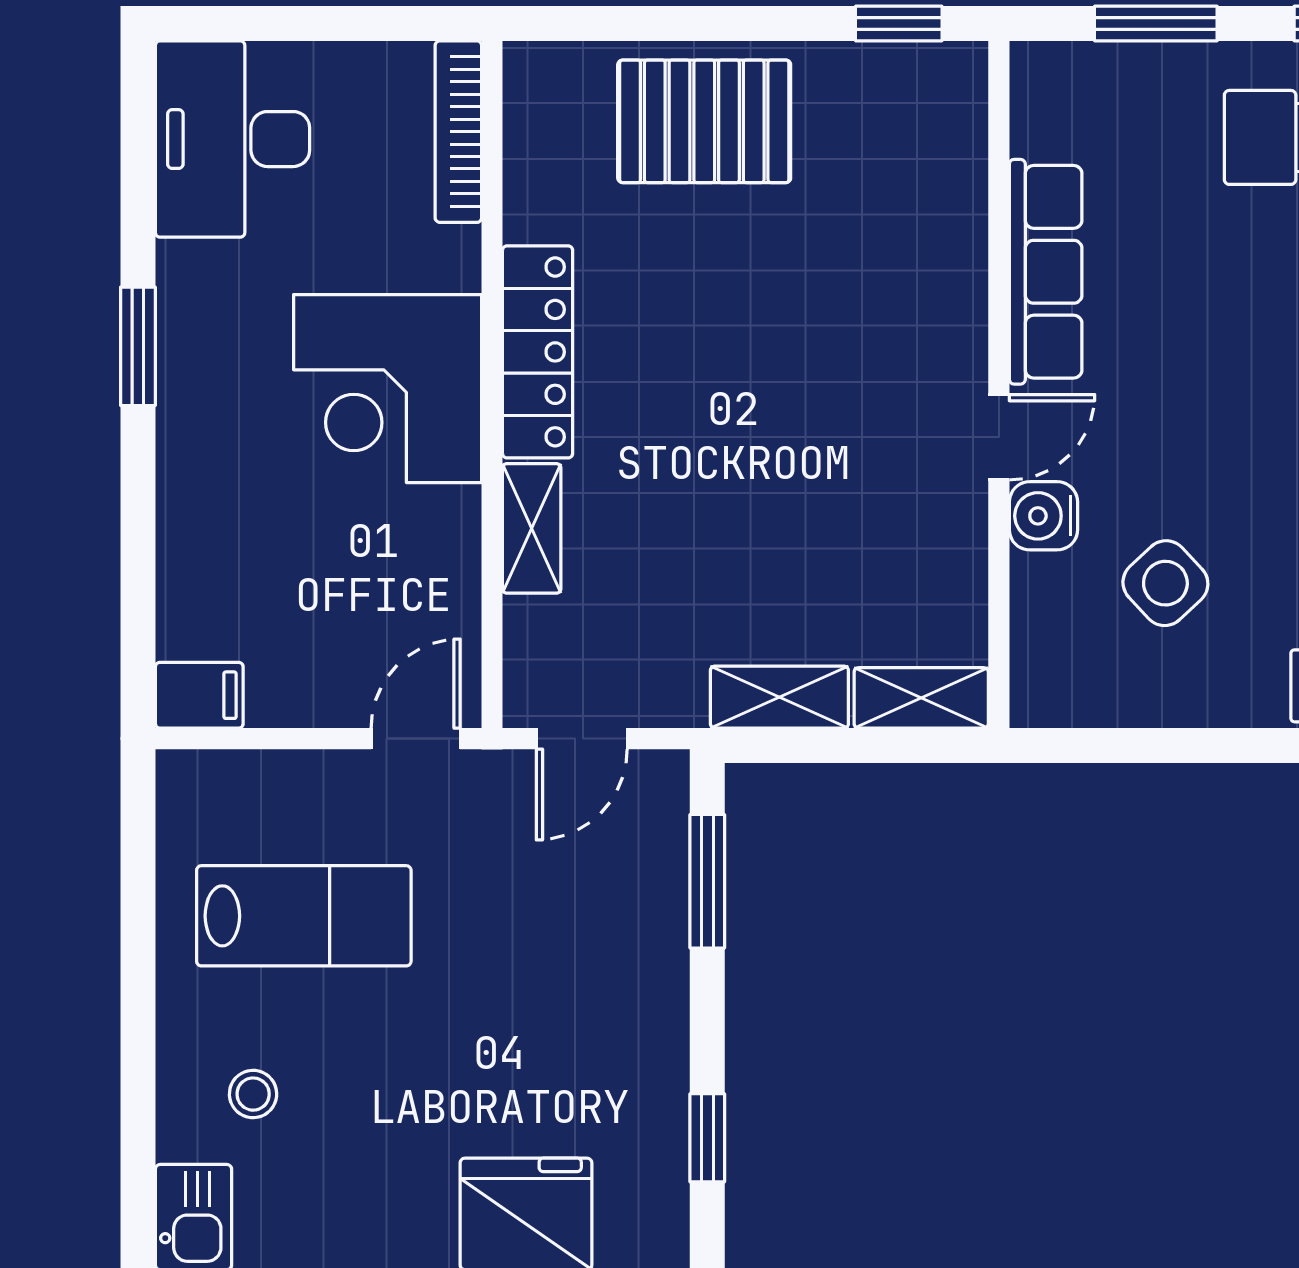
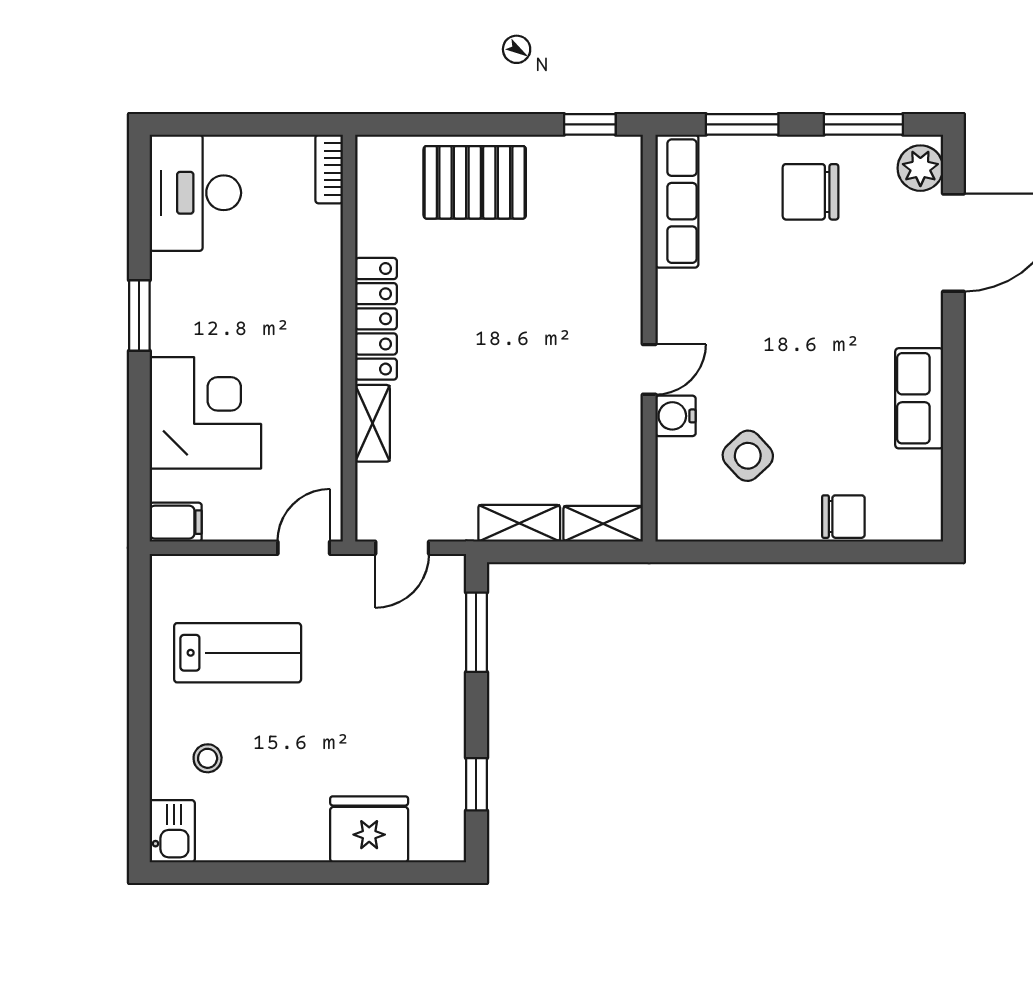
bookcase: (458, 132) -> (329, 169), width x0.64
row of seats: (1046, 272) -> (677, 201), moved
corner desk: (388, 389) -> (205, 413), moved, turned 180

